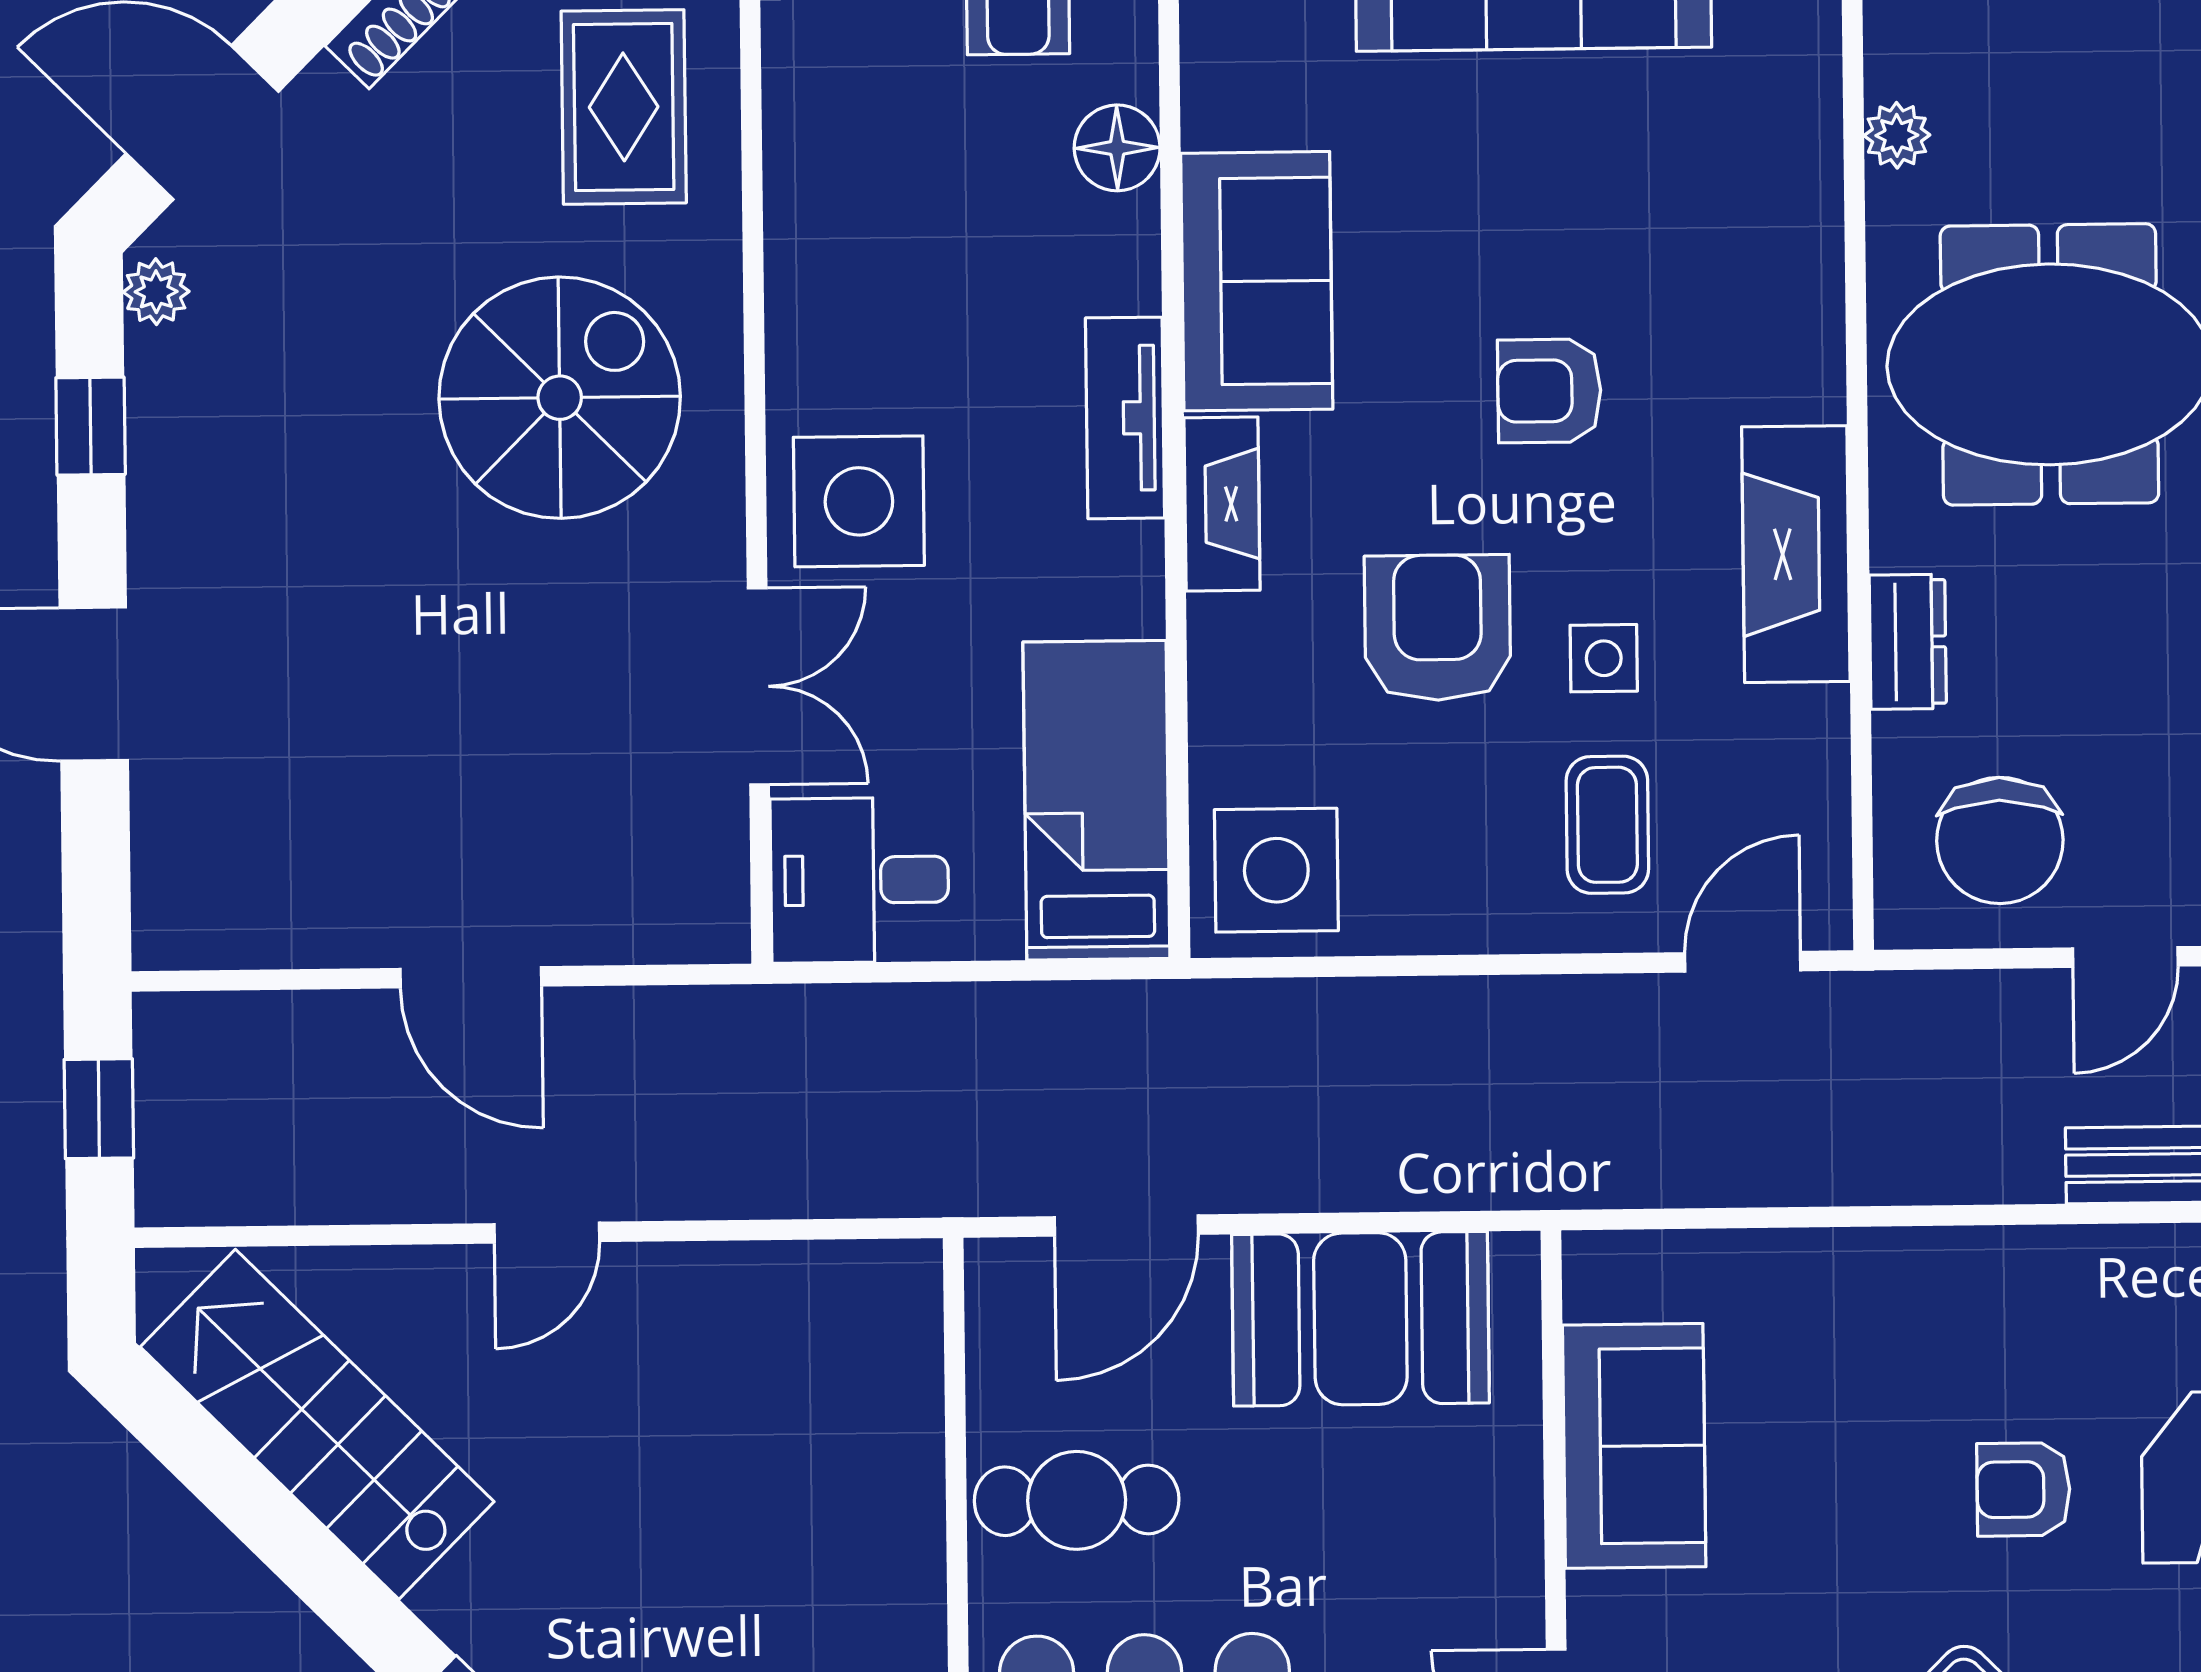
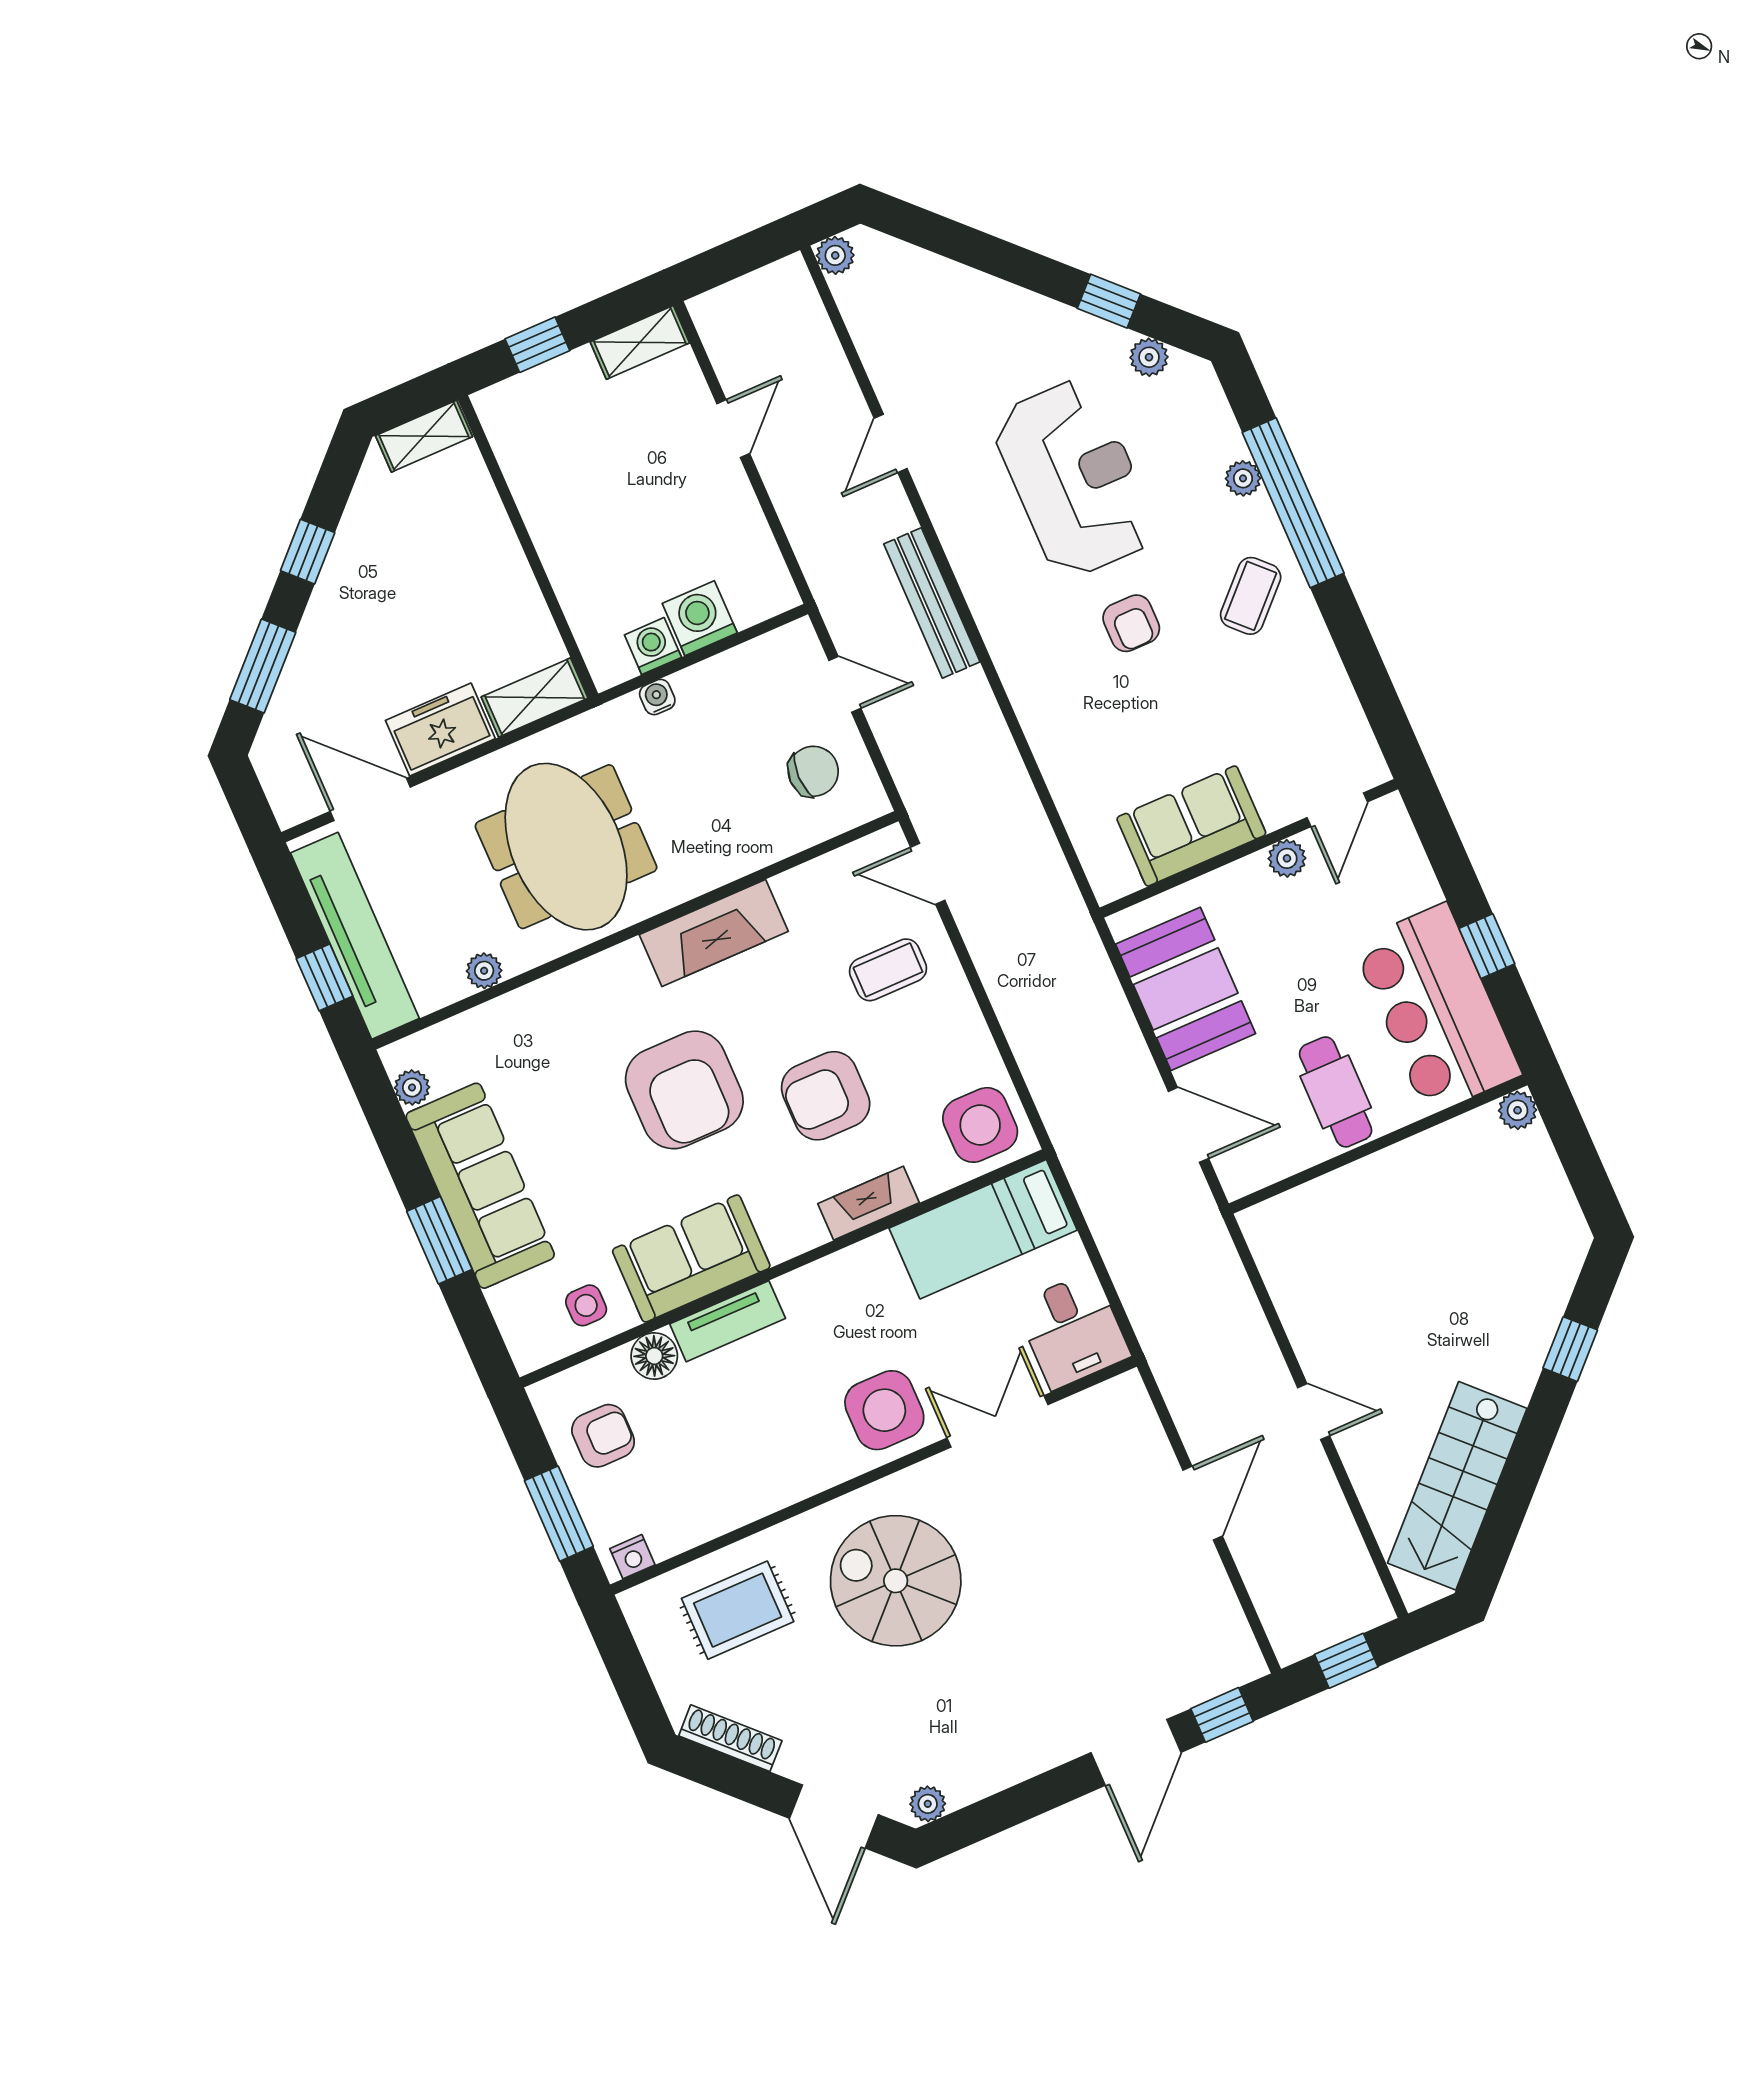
armchair: (1549, 391) -> (684, 1090), width x1.88, depth x1.88
tv unit: (1125, 418) -> (728, 1321), moved
window: (91, 426) -> (1222, 1715), moved
fireplace: (1222, 504) -> (869, 1203), moved
dresser: (1908, 642) -> (734, 859), removed
side table: (1604, 658) -> (586, 1305), moved
chair: (2000, 840) -> (813, 771), width x0.73, depth x0.73
plant: (1510, 1586) -> (1287, 858), added

